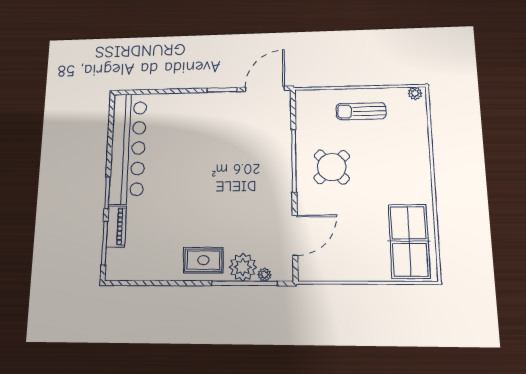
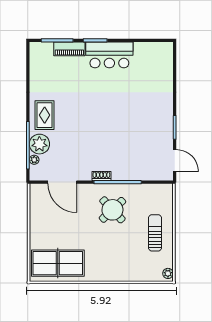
door: (265, 89) -> (175, 161), width x0.73
bar counter: (128, 148) -> (109, 55), width x0.54
shoe rack: (286, 182) -> (101, 176), added

